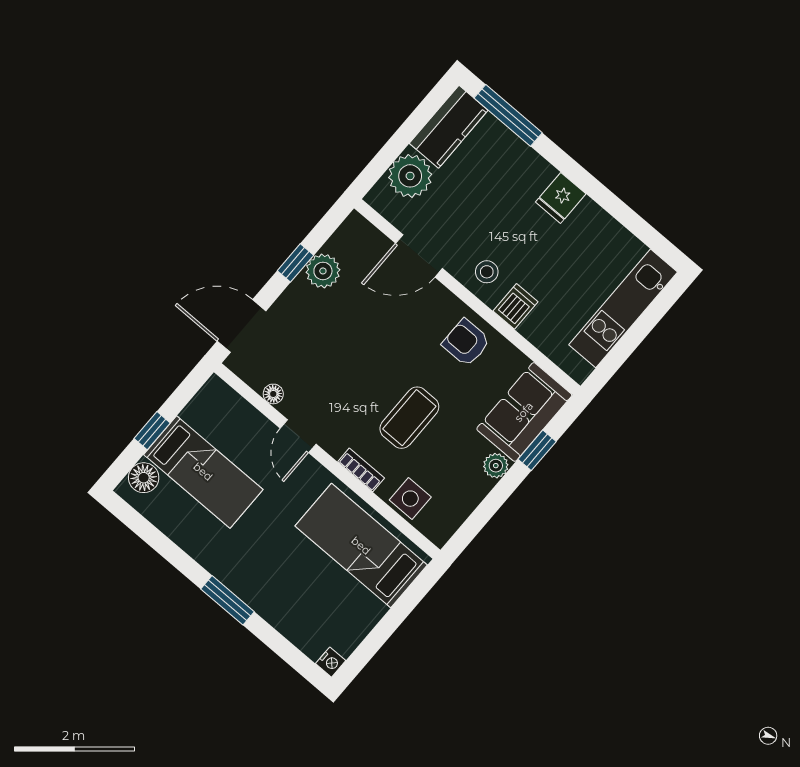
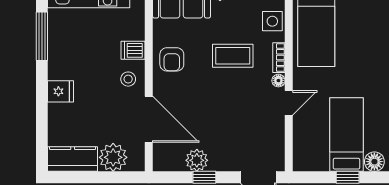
window: (508, 115) -> (42, 36), moved
fridge: (561, 198) -> (61, 91), moved
door: (419, 256) -> (149, 119), width x1.36
floor lamp: (273, 394) -> (278, 81), moved

